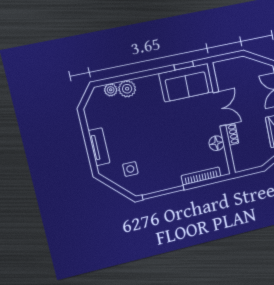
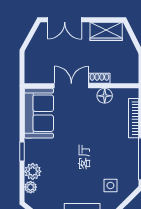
window: (184, 66) -> (22, 152), moved

